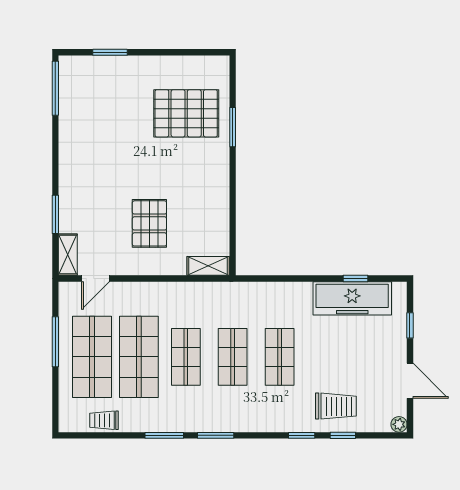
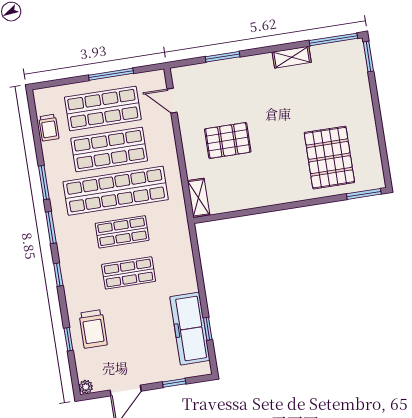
window: (110, 52) -> (368, 57), moved
window: (233, 127) -> (364, 194), moved
shelving: (68, 255) -> (292, 57), moved
shop shelf: (186, 357) -> (116, 191), width x2.00, depth x1.36
trolley: (104, 420) -> (49, 128), turned 180
window: (302, 435) -> (58, 275), moved

